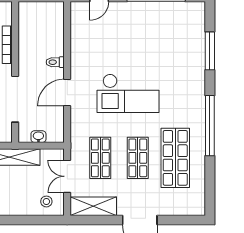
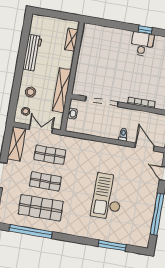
door: (67, 93) -> (145, 147), moved
checkout: (128, 93) -> (108, 196), moved
window: (210, 126) -> (31, 231), moved
stool: (19, 199) -> (30, 92), added

